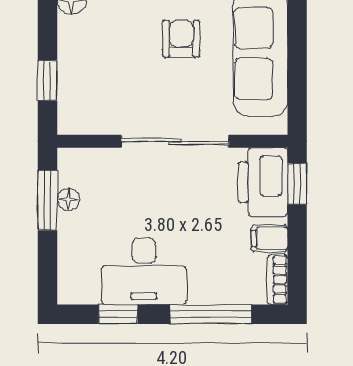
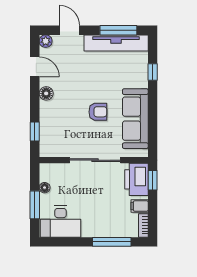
armchair: (181, 39) -> (98, 112), turned 90
window: (47, 200) -> (35, 205), moved
desk: (144, 271) -> (61, 222), moved
window: (118, 314) -> (68, 242), removed

